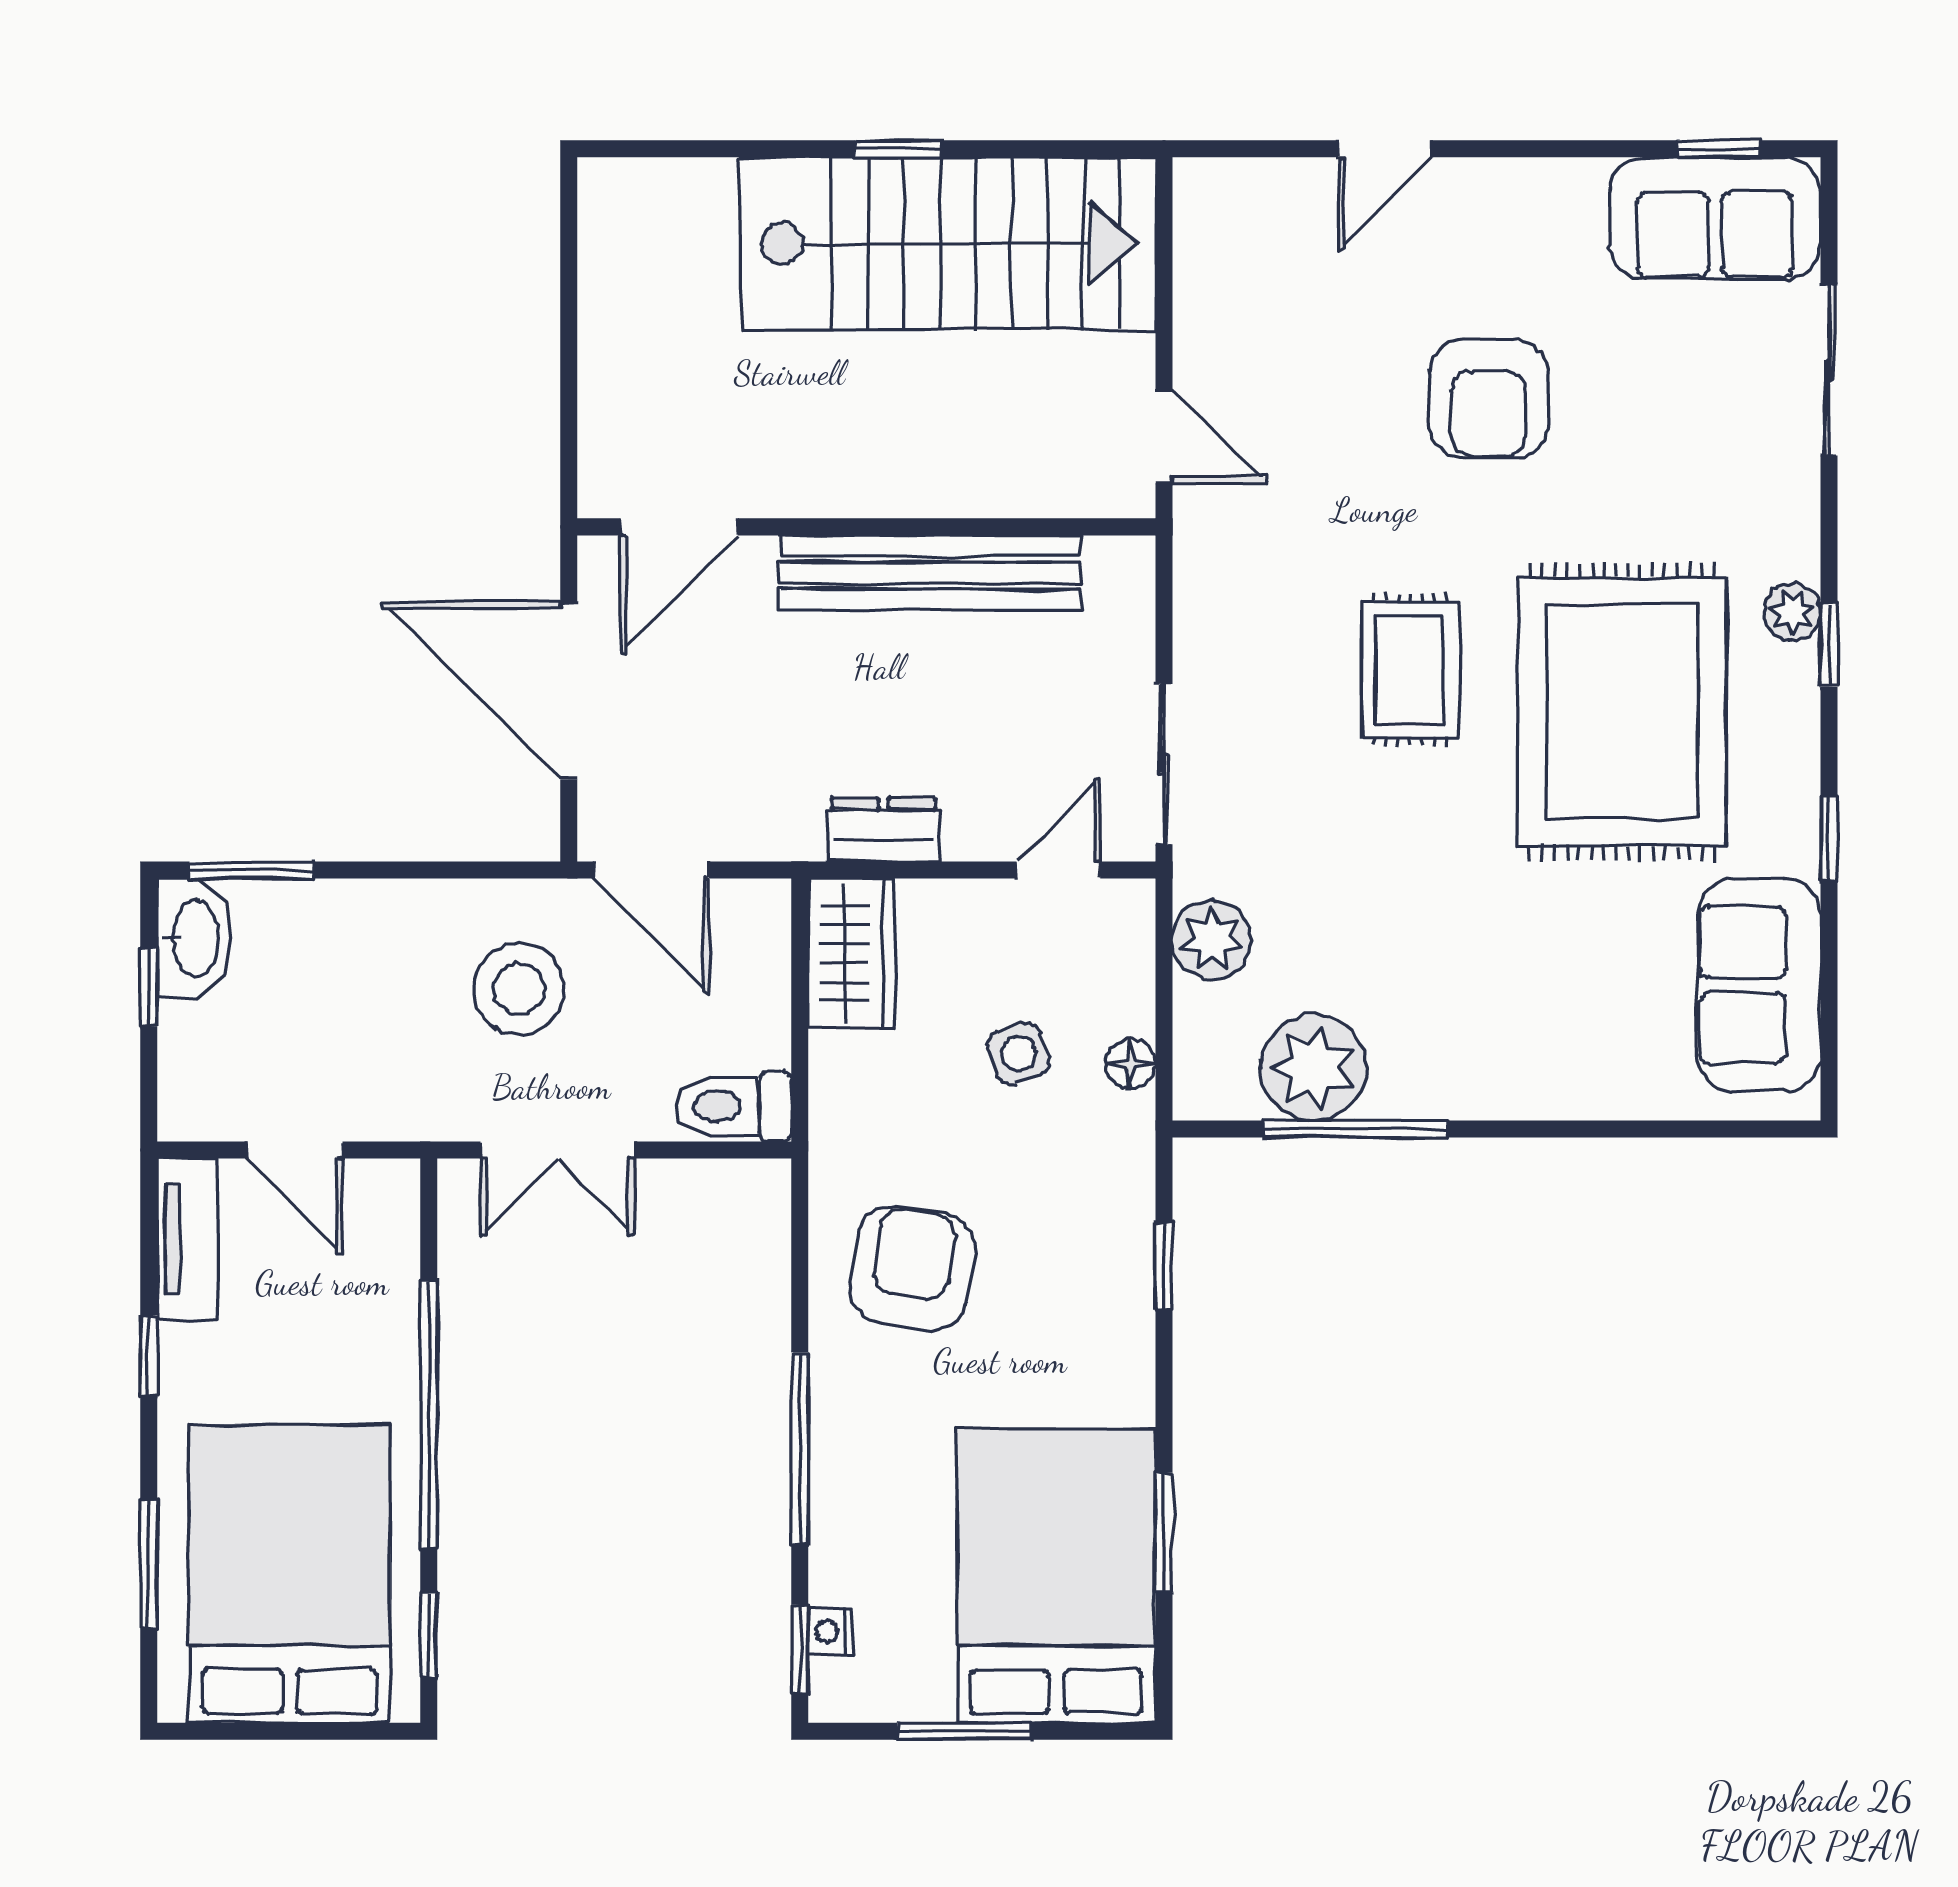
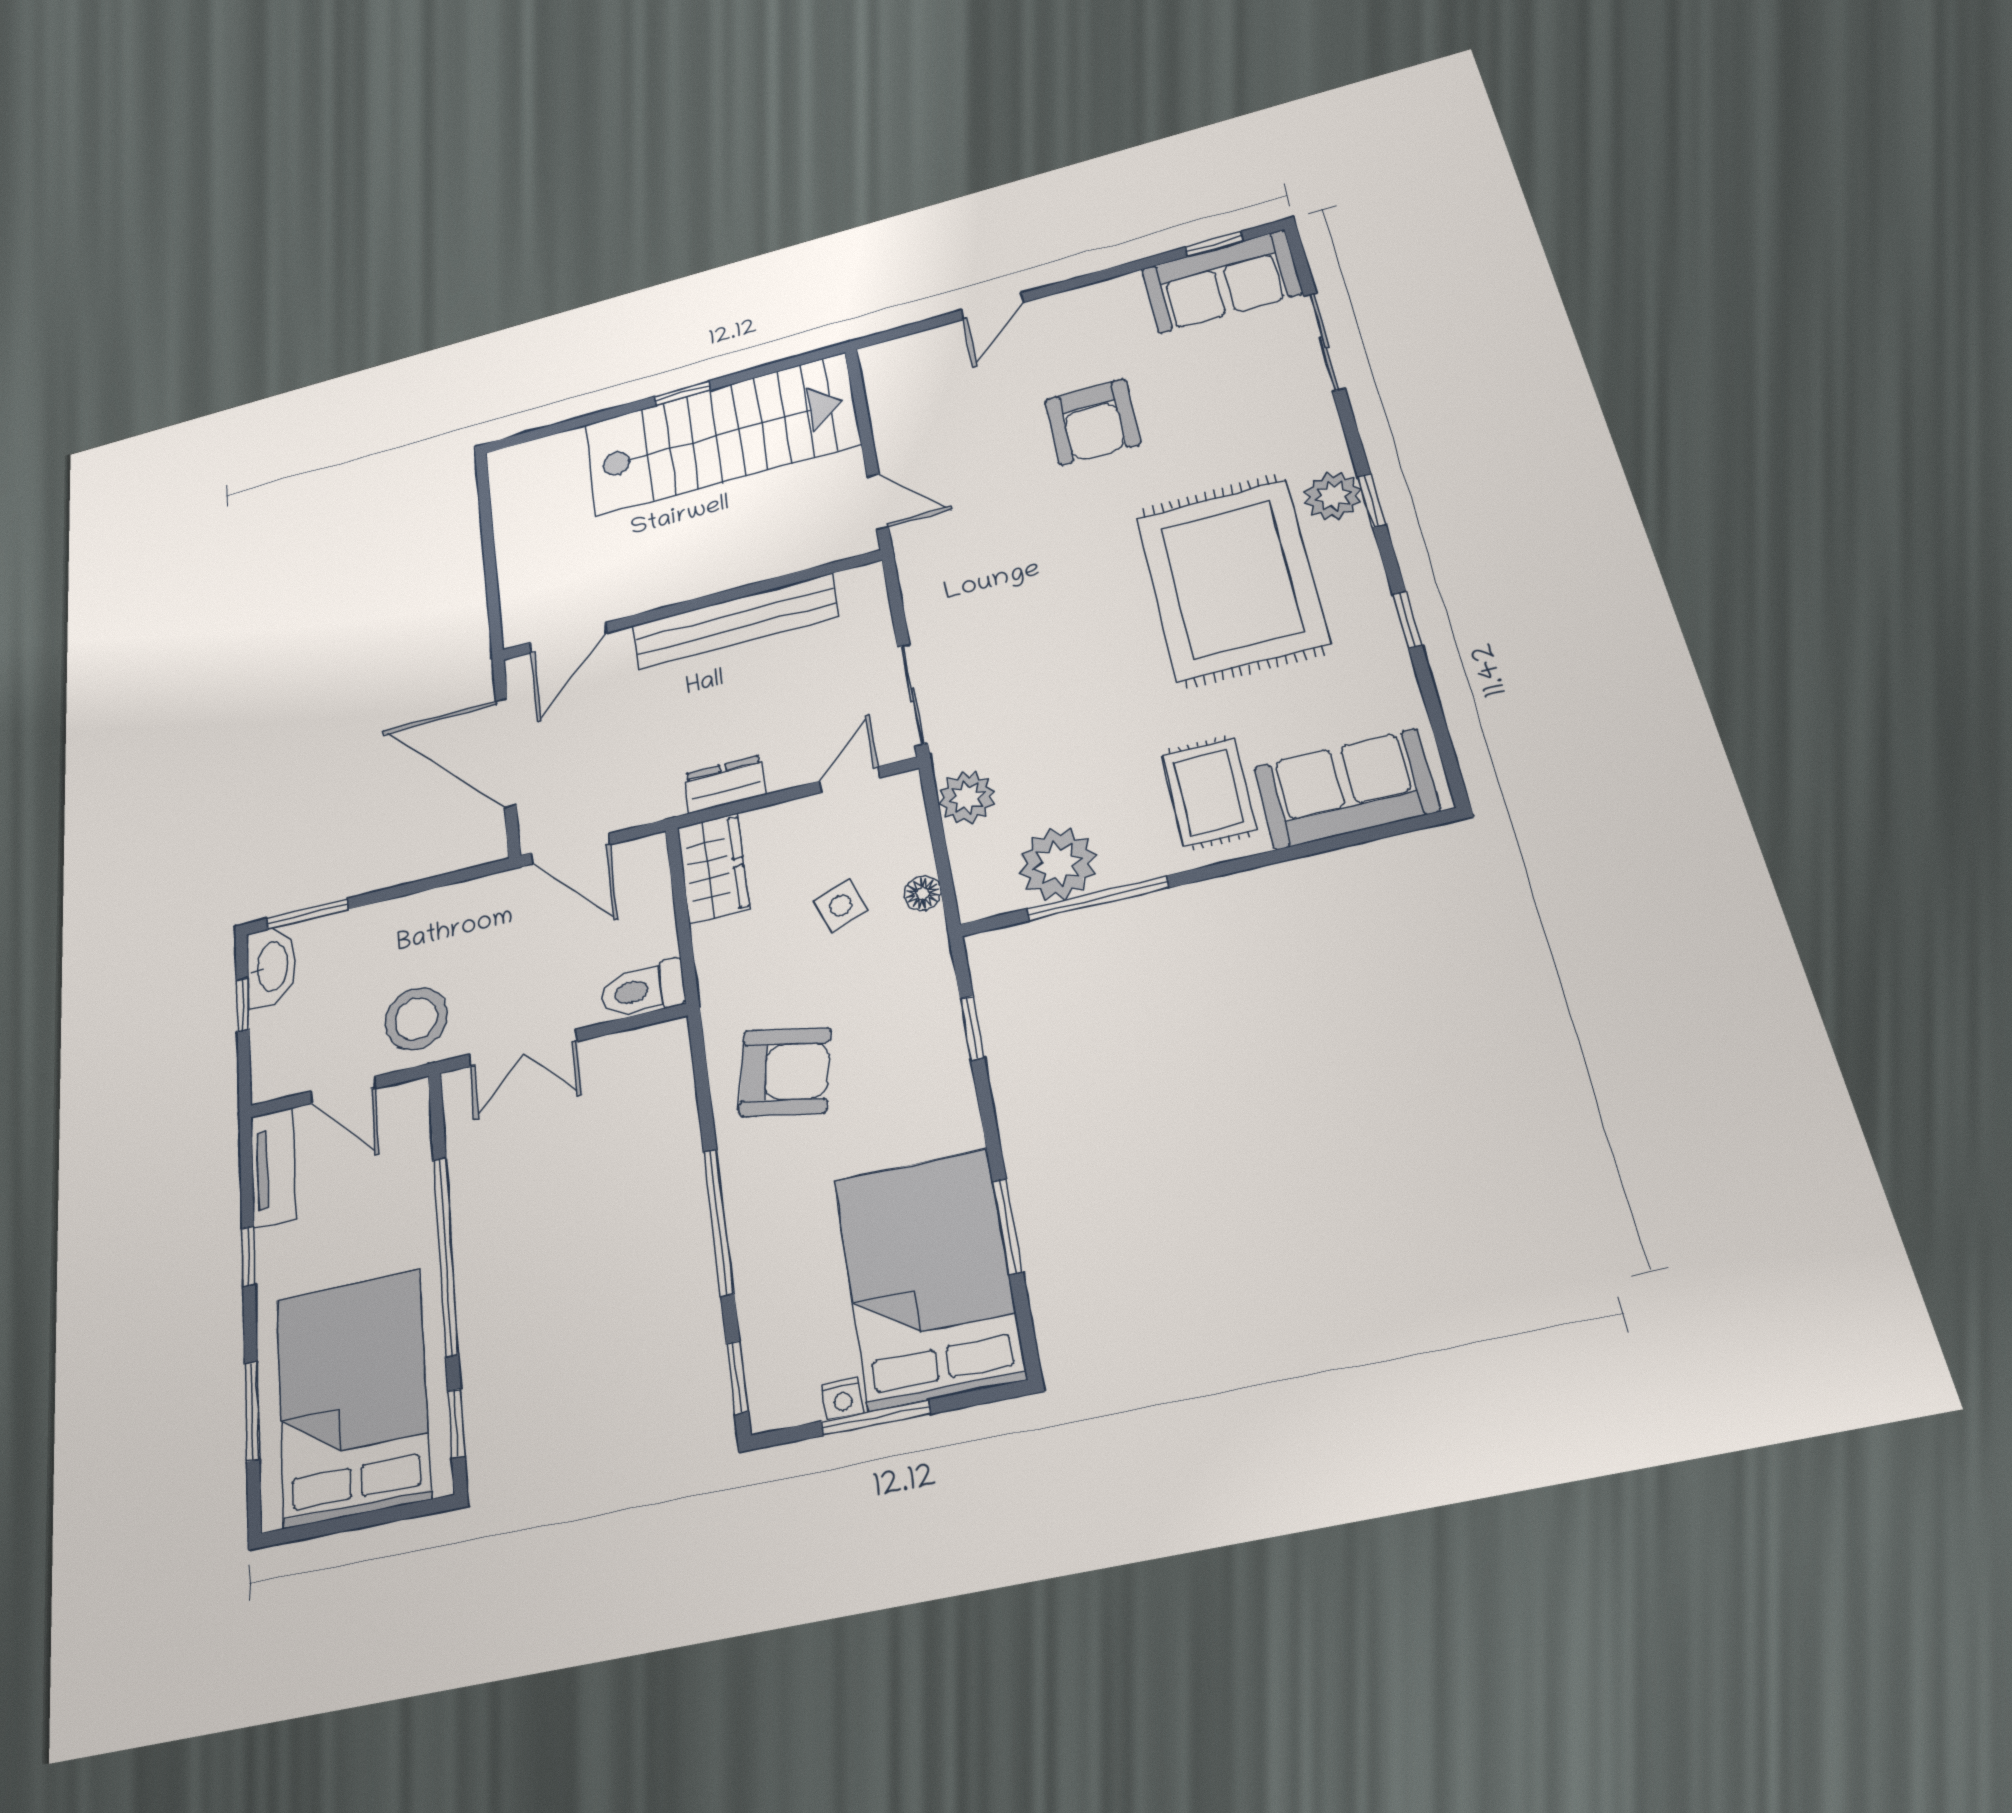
plant: (1792, 612) -> (1333, 496), width x1.38, depth x1.38
rug: (1410, 670) -> (1209, 792), moved
sofa: (1759, 985) -> (1346, 789), moved, turned 90
stool: (519, 989) -> (416, 1019), moved
armchair: (912, 1268) -> (785, 1072), turned 92
nightstand: (830, 1631) -> (843, 1398), moved, turned -90

